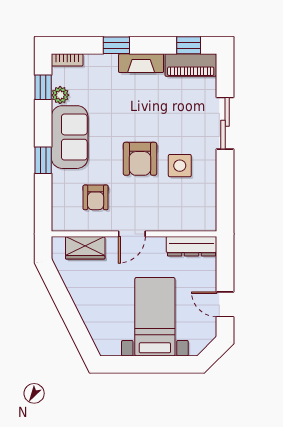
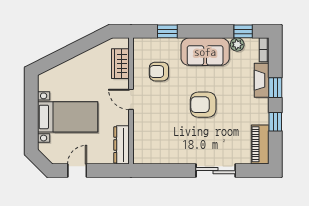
window: (189, 45) -> (275, 122), moved
fireplace: (141, 63) -> (262, 80), moved
armchair: (140, 159) -> (203, 105), moved
window: (43, 160) -> (167, 31), moved
side table: (180, 166) -> (183, 136), removed

